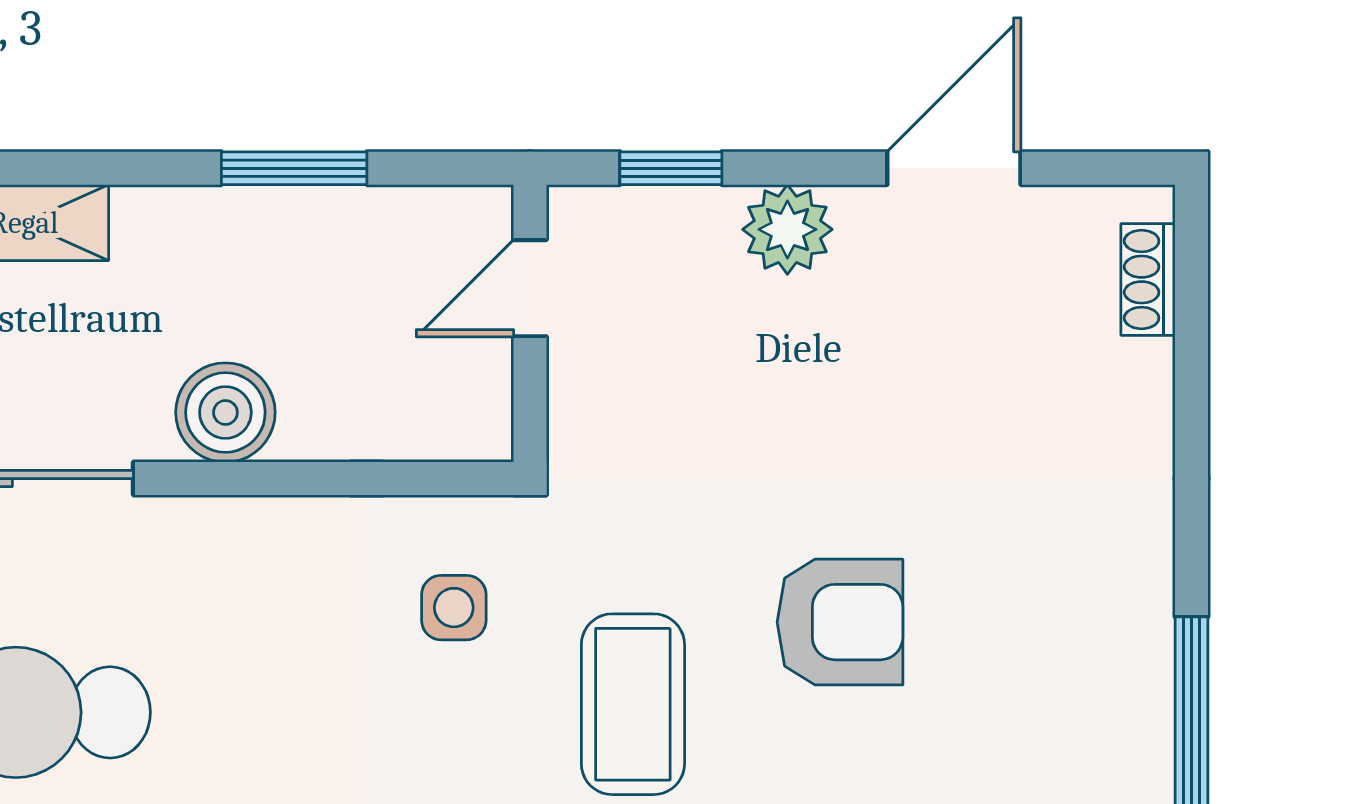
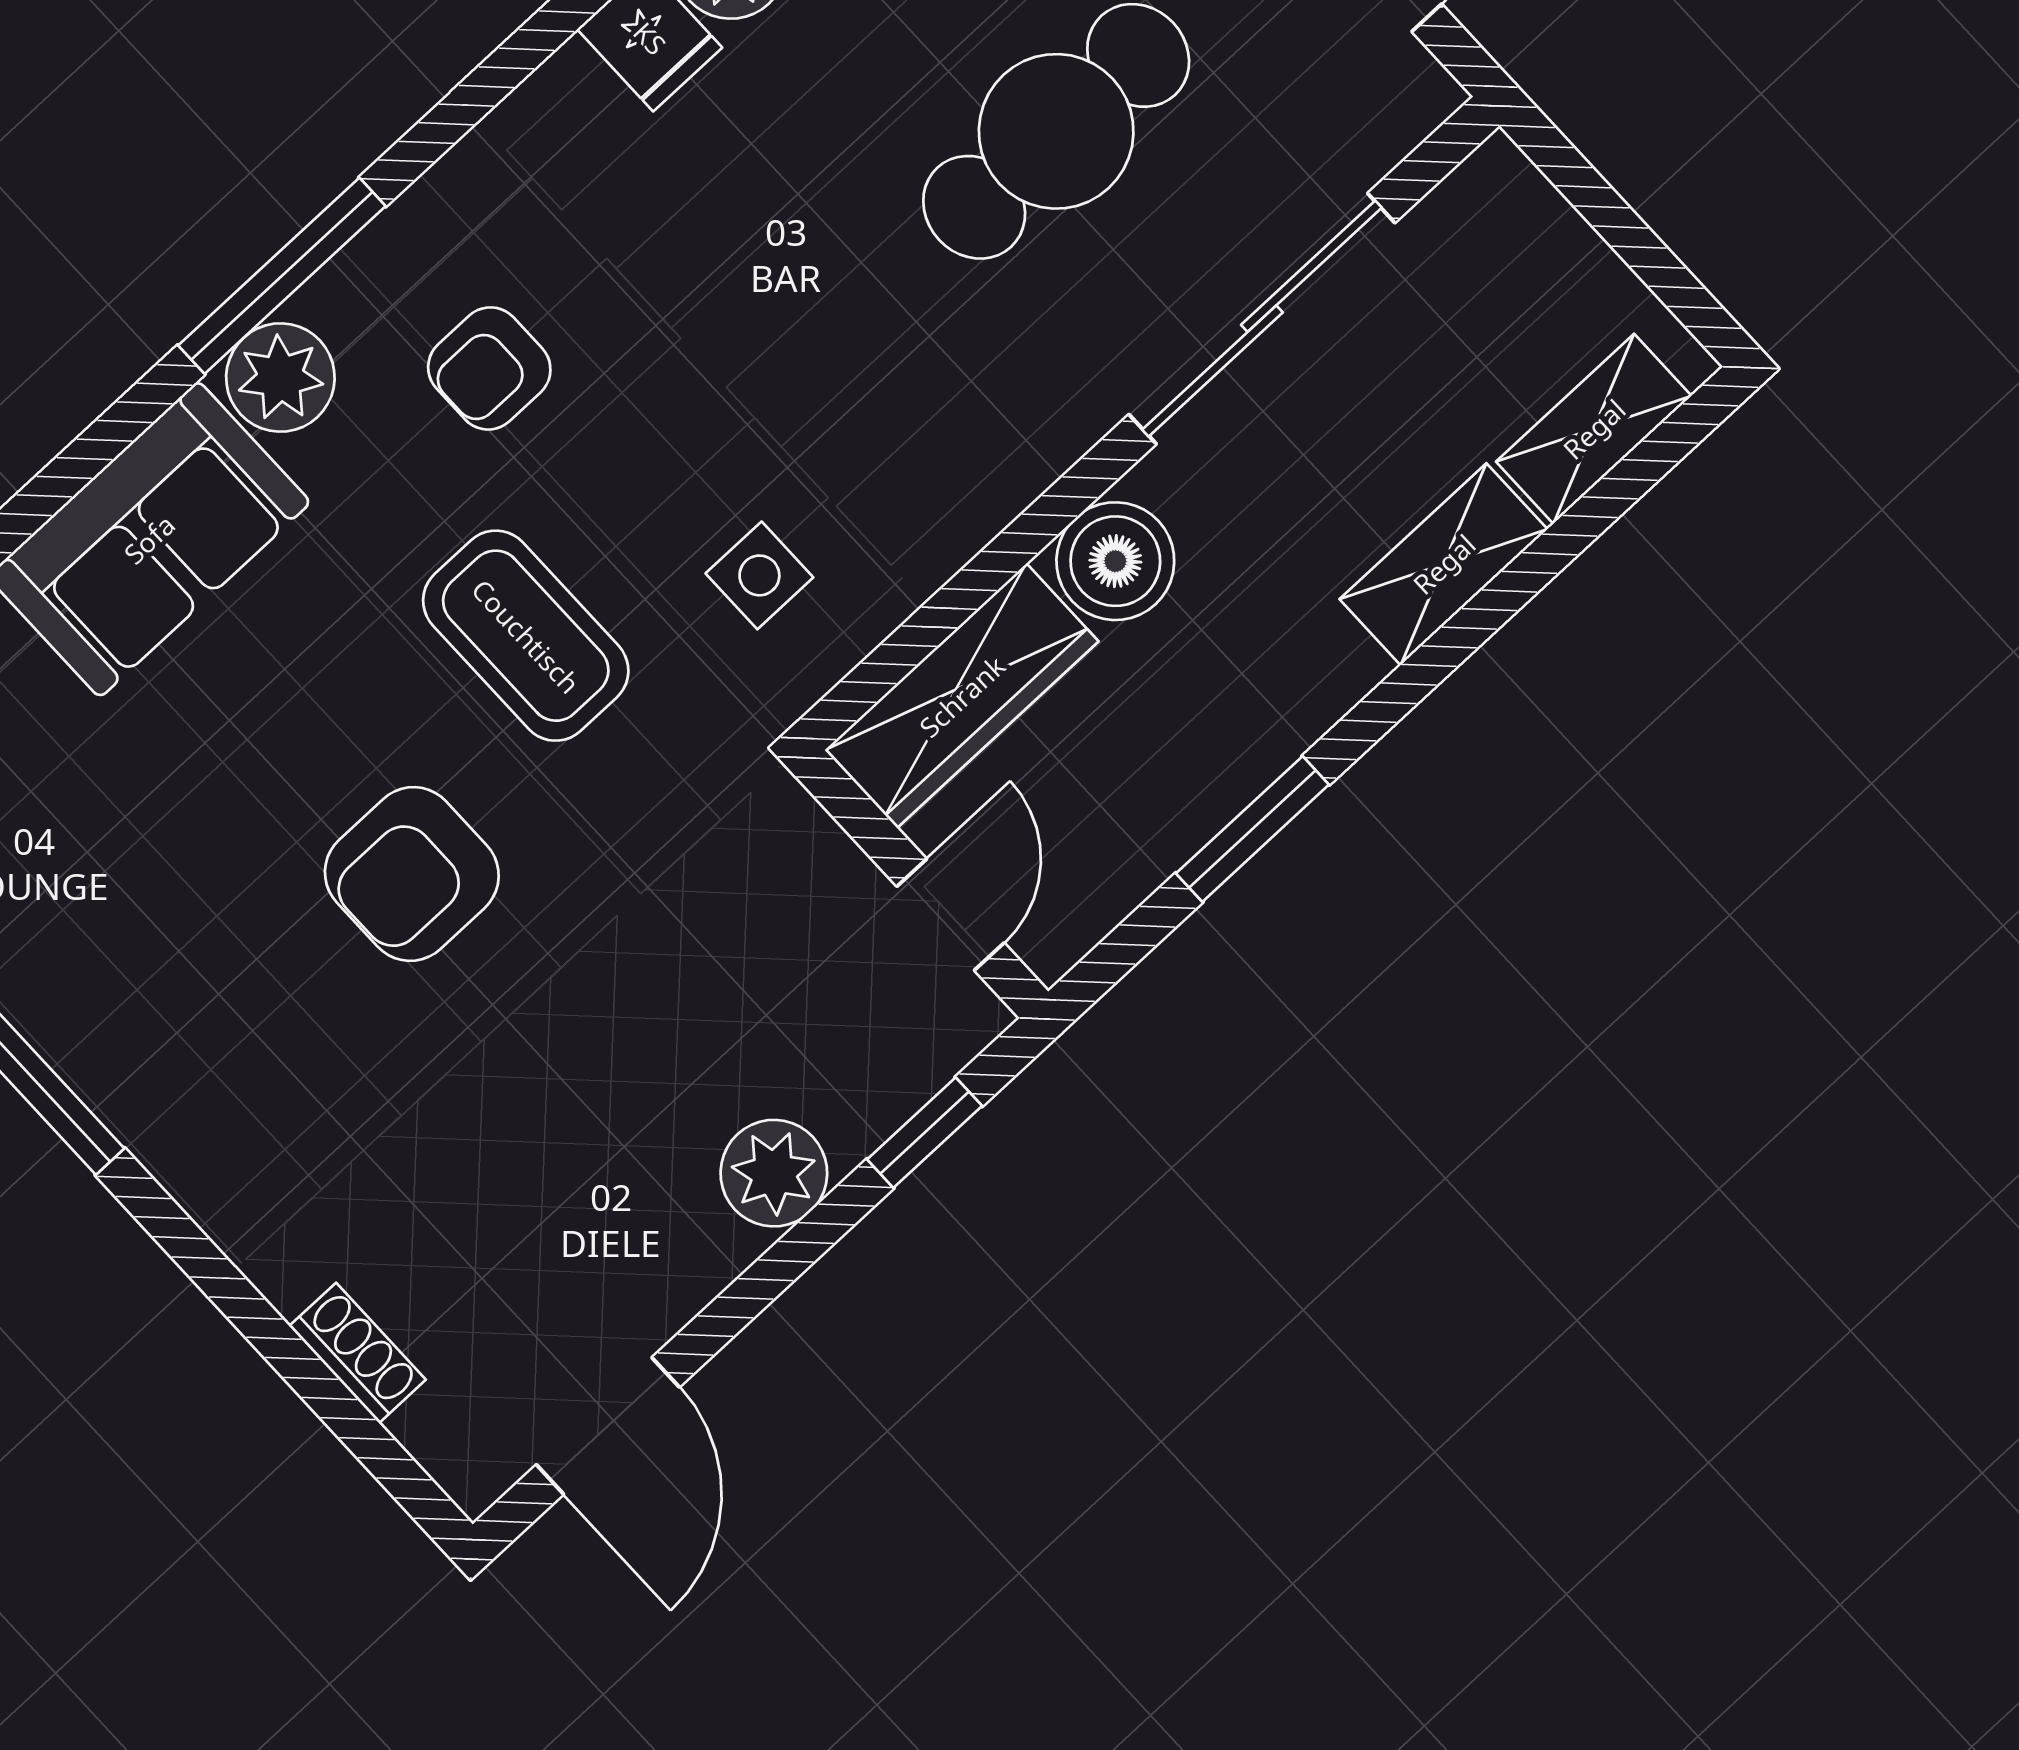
door: (954, 168) -> (608, 1426), moved
shoe rack: (1148, 280) -> (357, 1353), moved
wardrobe: (398, 417) -> (962, 696), added

